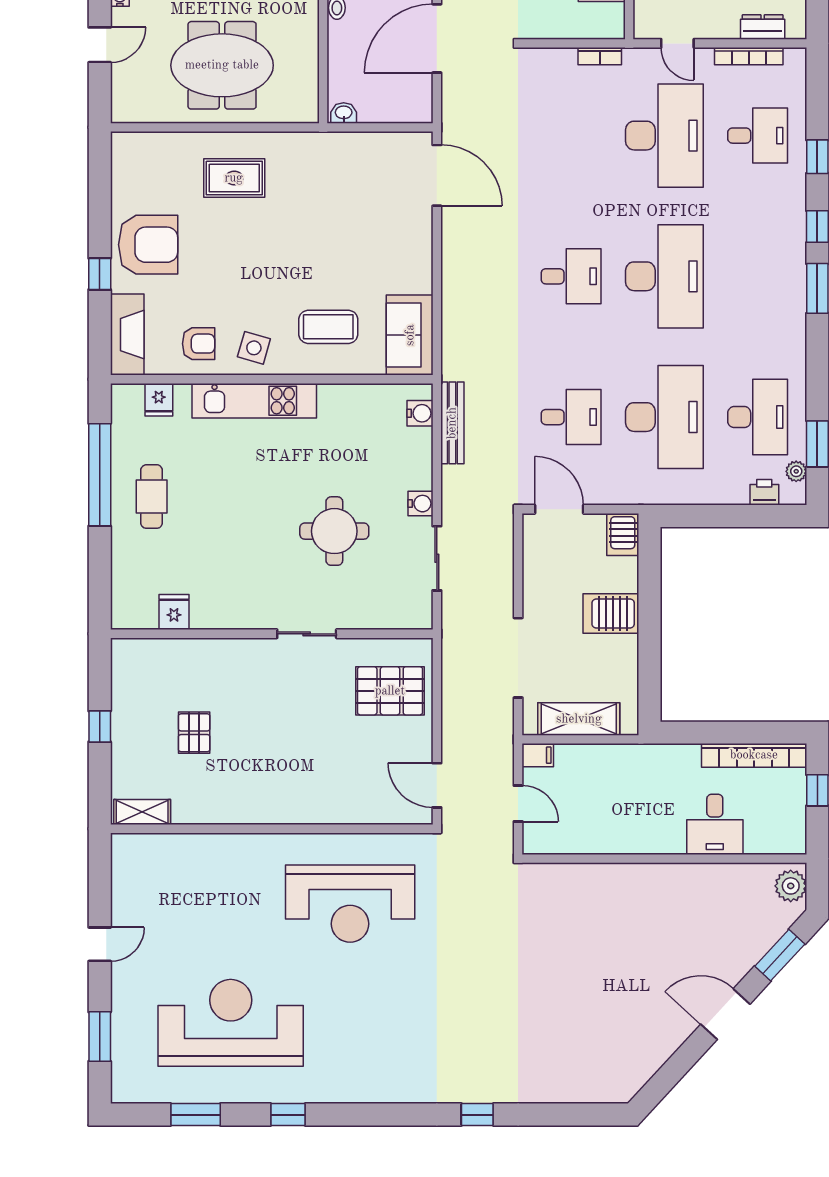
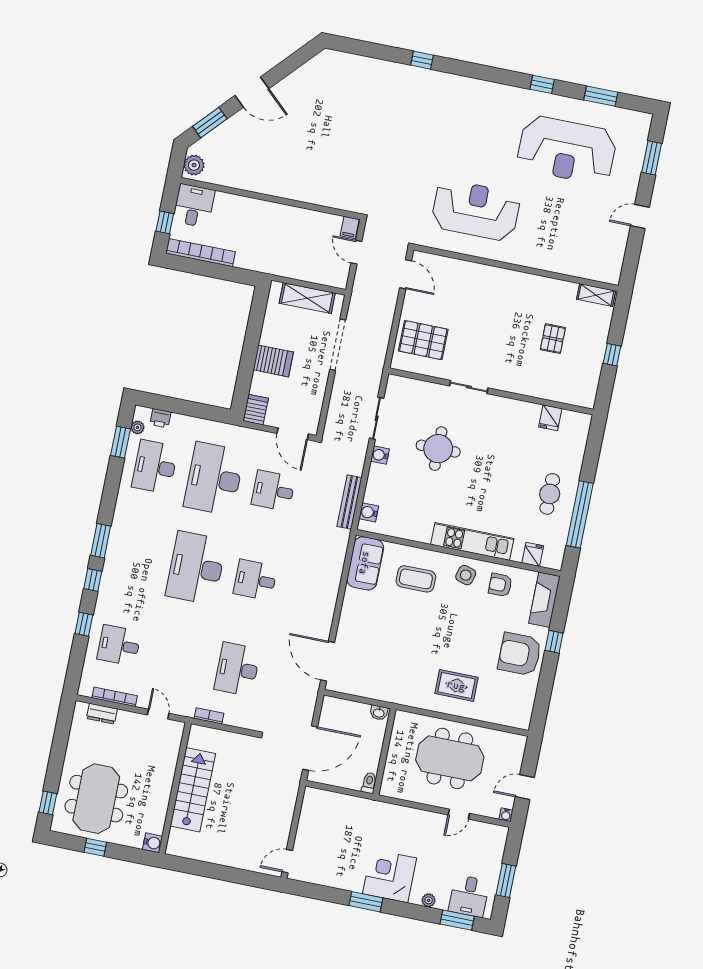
desk: (664, 136) -> (237, 669), moved, width x0.73, depth x0.77
filing cabinet: (538, 755) -> (350, 228), moved, turned -90
desk: (715, 824) -> (194, 206), moved

